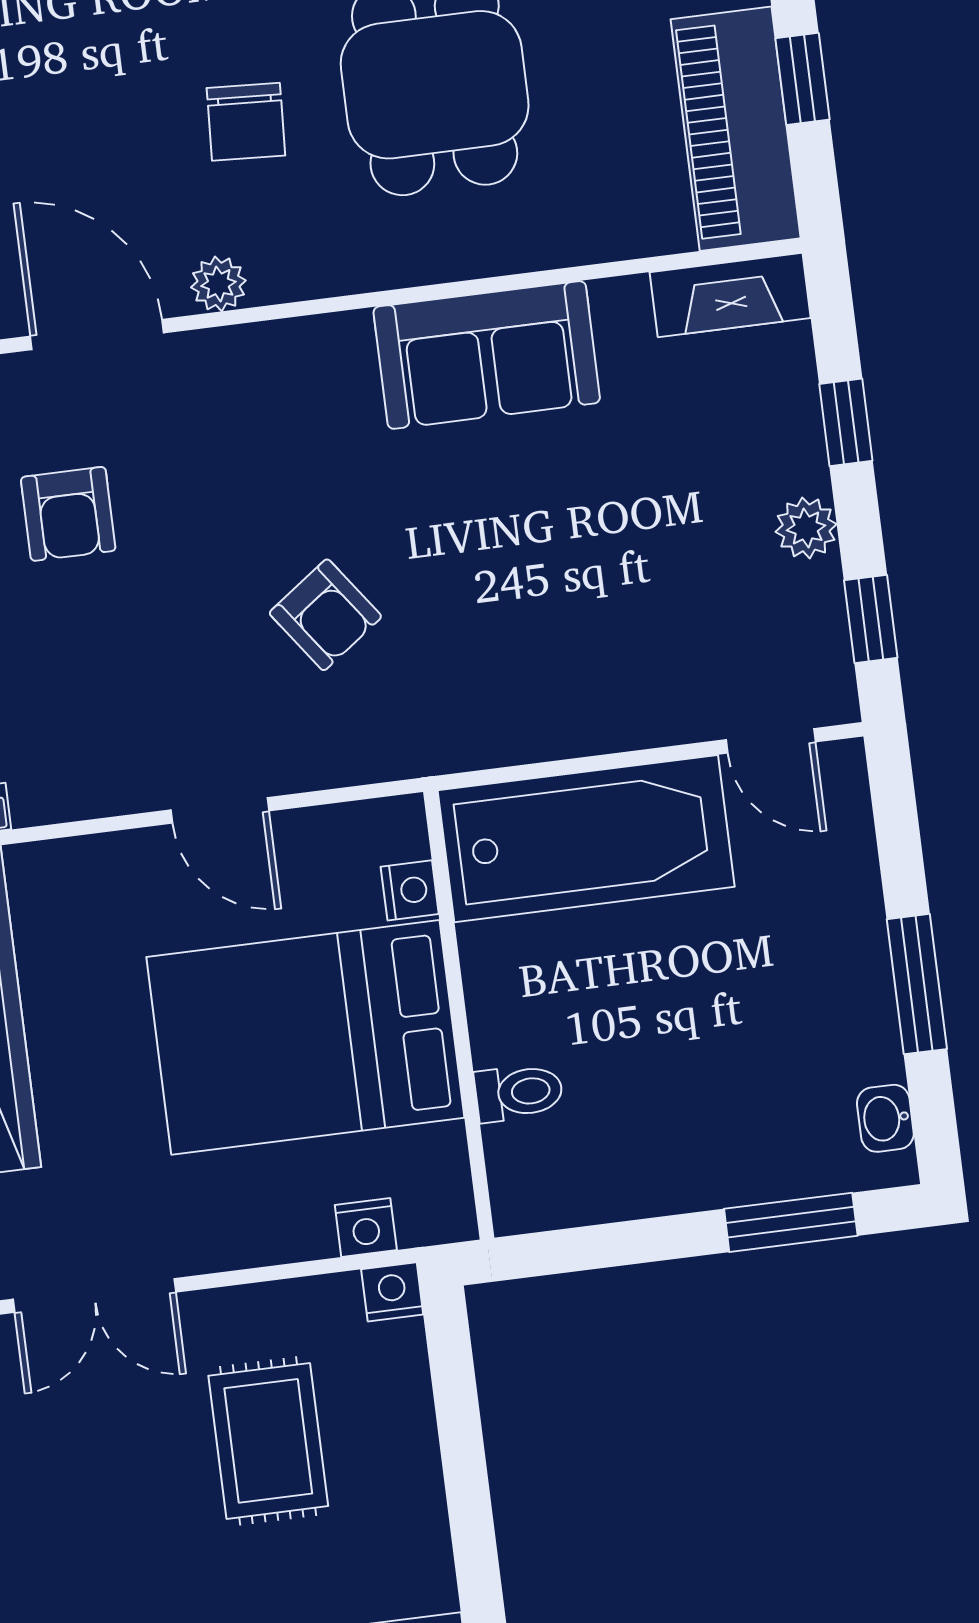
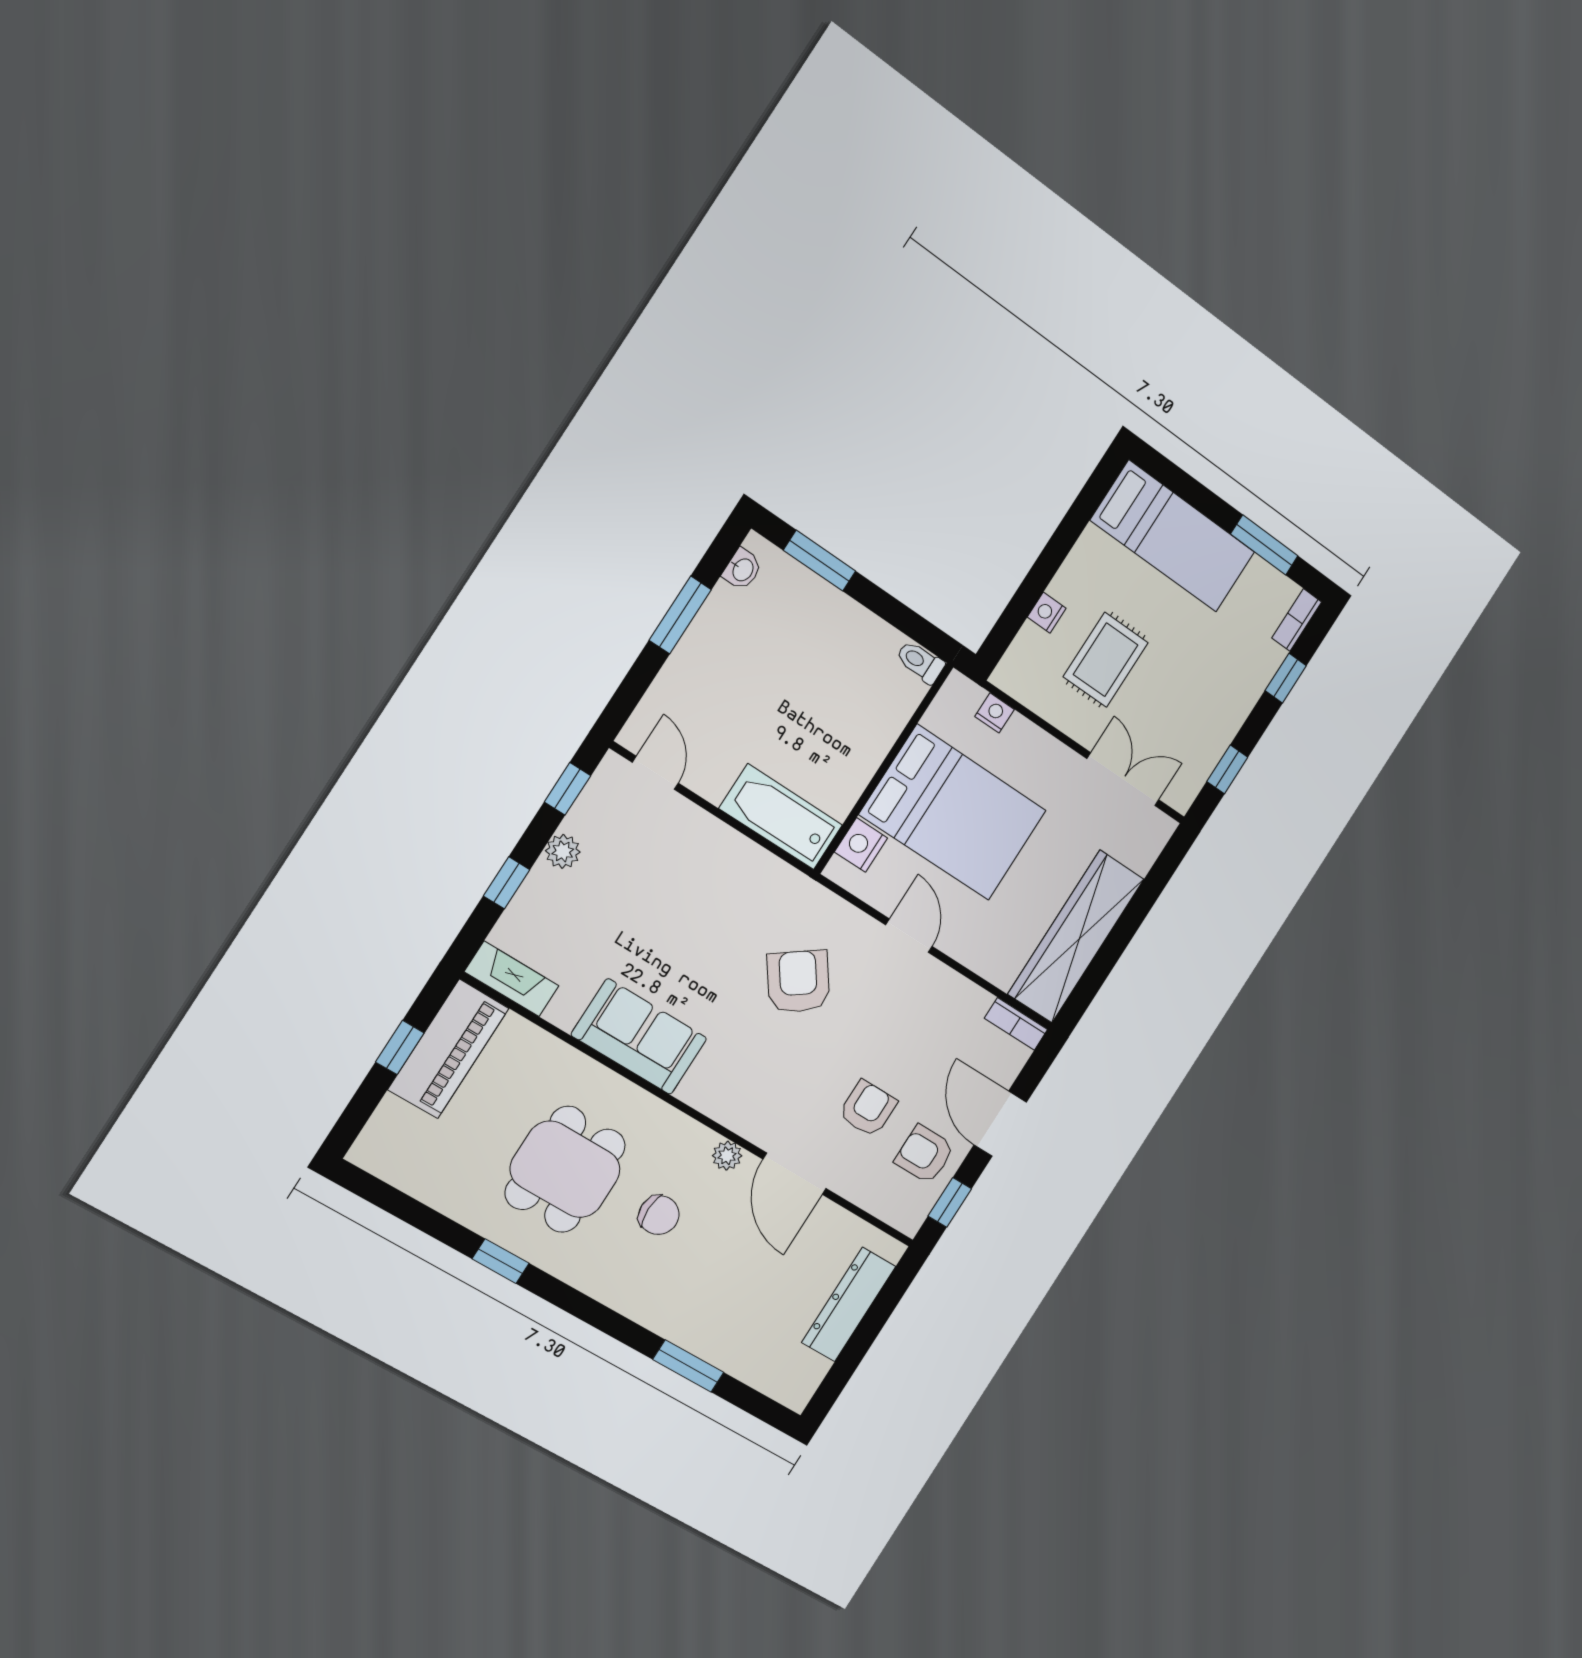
chair: (246, 122) -> (659, 1215), turned 87
armchair: (325, 615) -> (798, 982), width x1.38, depth x1.38
bathtub: (586, 839) -> (781, 817), width x0.73, depth x0.73
nightstand: (410, 890) -> (861, 845), width x1.39, depth x1.35
toilet: (519, 1092) -> (920, 662), moved
nightstand: (392, 1292) -> (1047, 613), moved, turned 90

